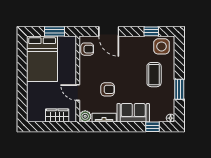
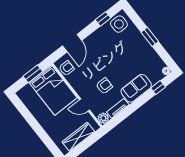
door: (109, 31) -> (72, 43), hinge flipped
bed: (42, 59) -> (53, 90), moved
coffee table: (154, 75) -> (129, 49), removed
window: (179, 89) -> (150, 37), moved
wardrobe: (57, 116) -> (78, 137), width x1.50

